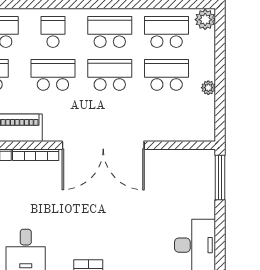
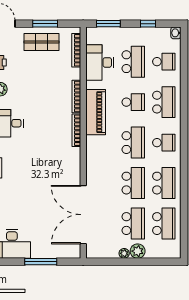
plant: (205, 20) -> (138, 251), moved
double door: (103, 145) -> (83, 215), moved
window: (220, 178) -> (41, 262), moved

